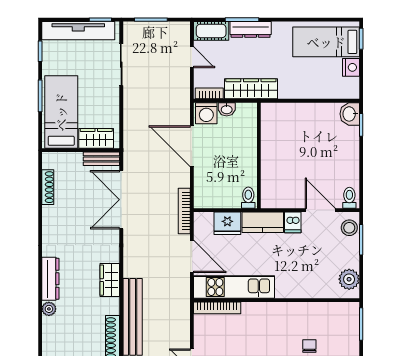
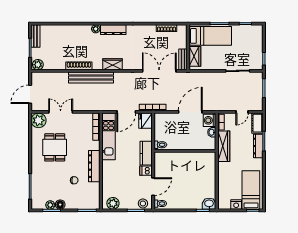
tv unit: (78, 31) -> (257, 46), removed
fridge: (227, 223) -> (145, 121), moved
dresser: (285, 312) -> (94, 166), added

